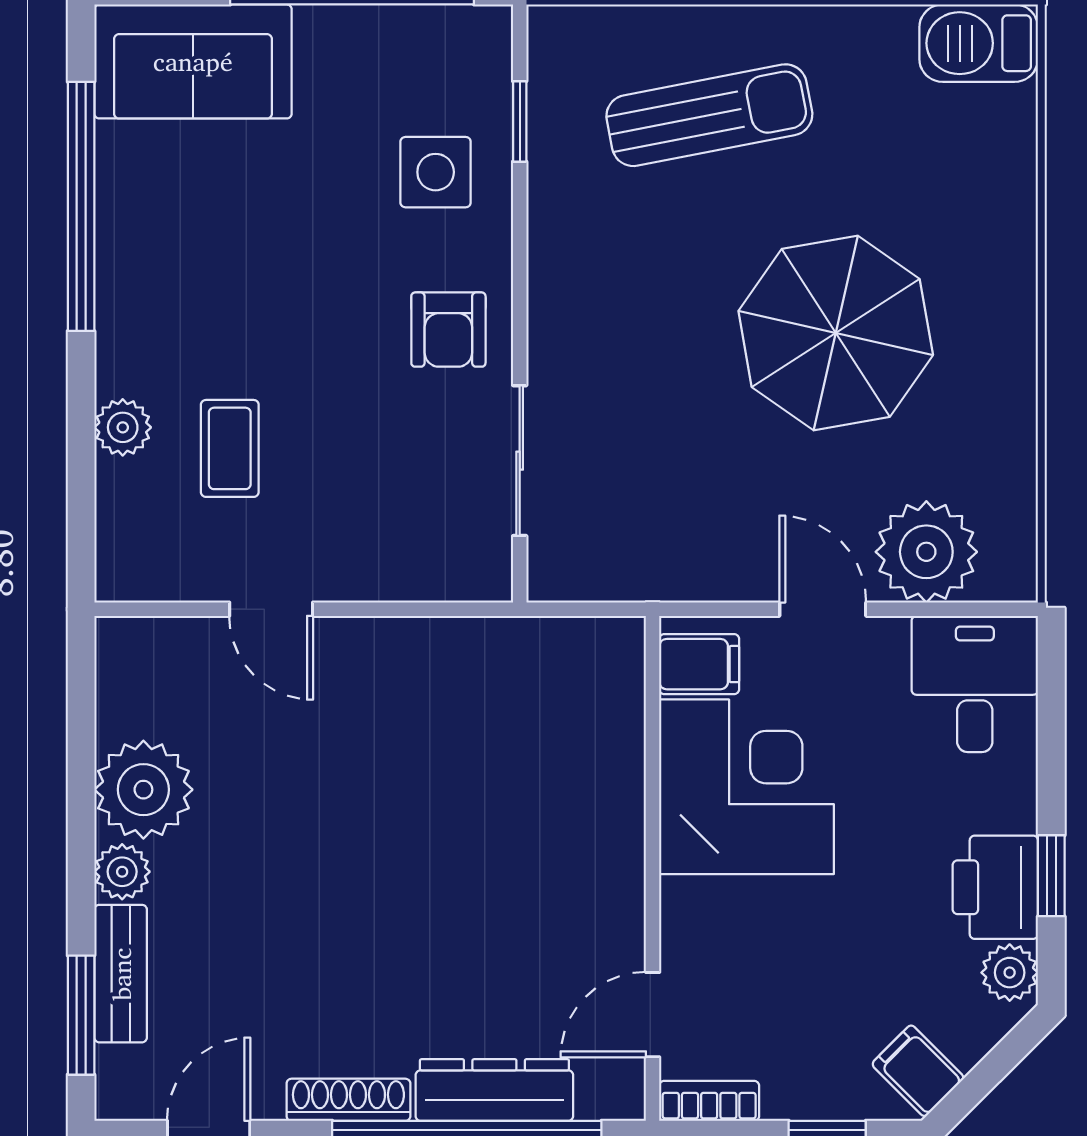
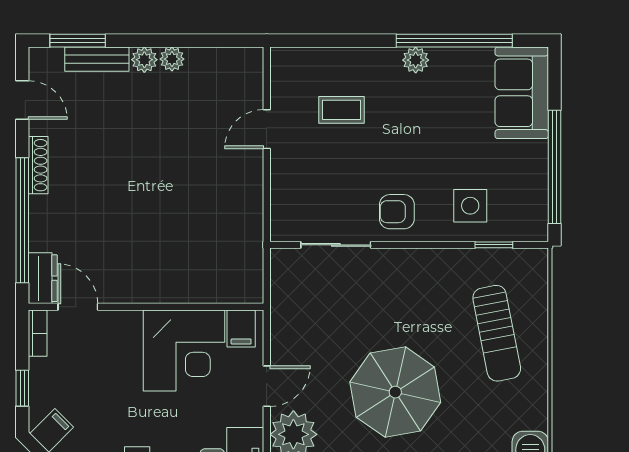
plant: (123, 427) -> (416, 60), moved
plant: (143, 790) -> (172, 59), width x0.53, depth x0.53
dresser: (494, 1090) -> (43, 278), moved, width x0.70

